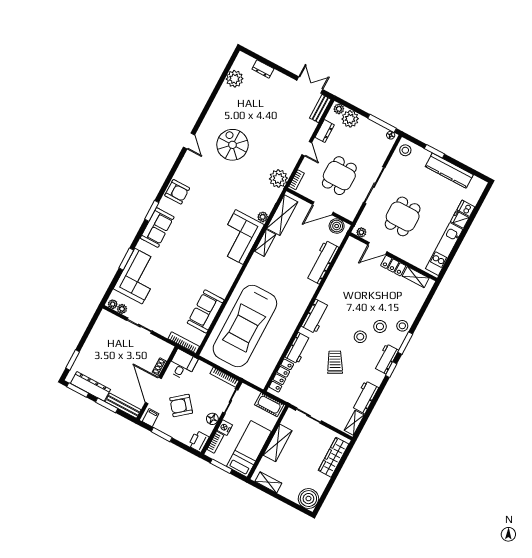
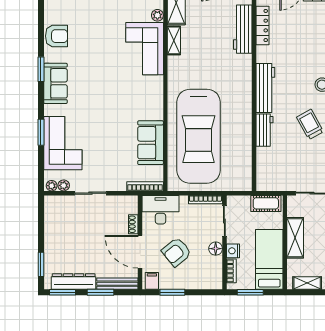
workbench: (316, 316) -> (265, 88), width x1.37
desk: (182, 365) -> (161, 210), width x1.37
locker: (281, 376) -> (262, 26), moved
printer: (199, 441) -> (214, 279), removed

